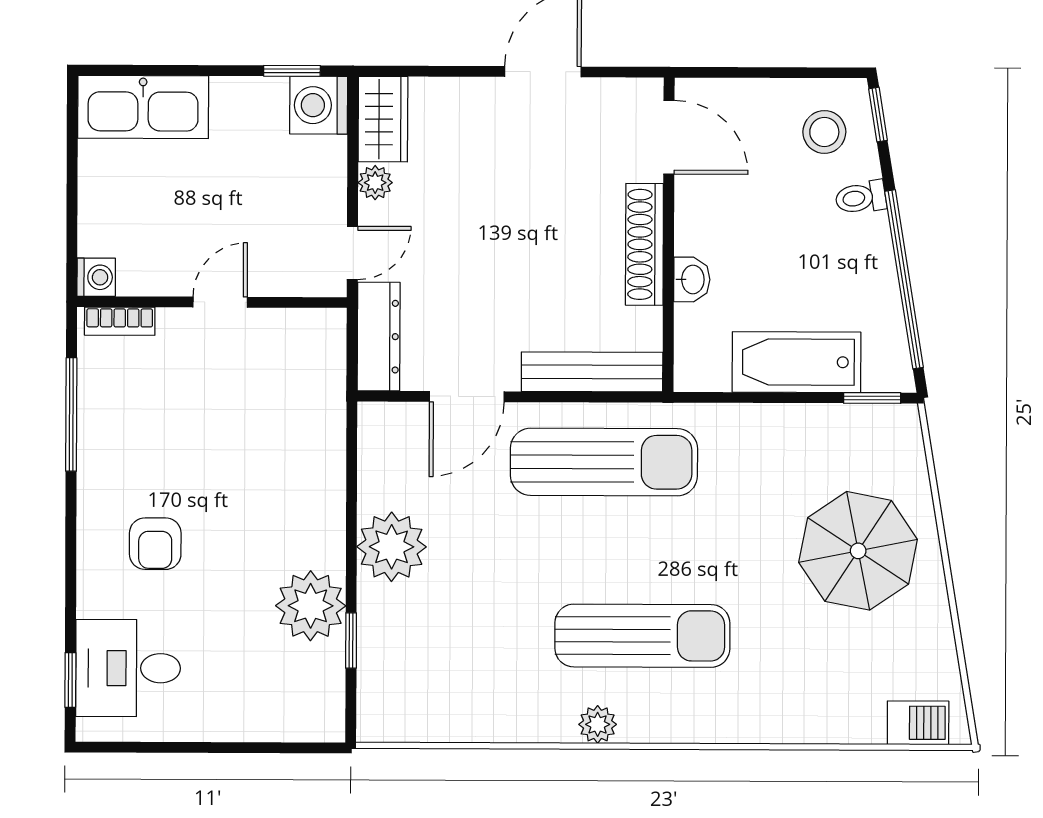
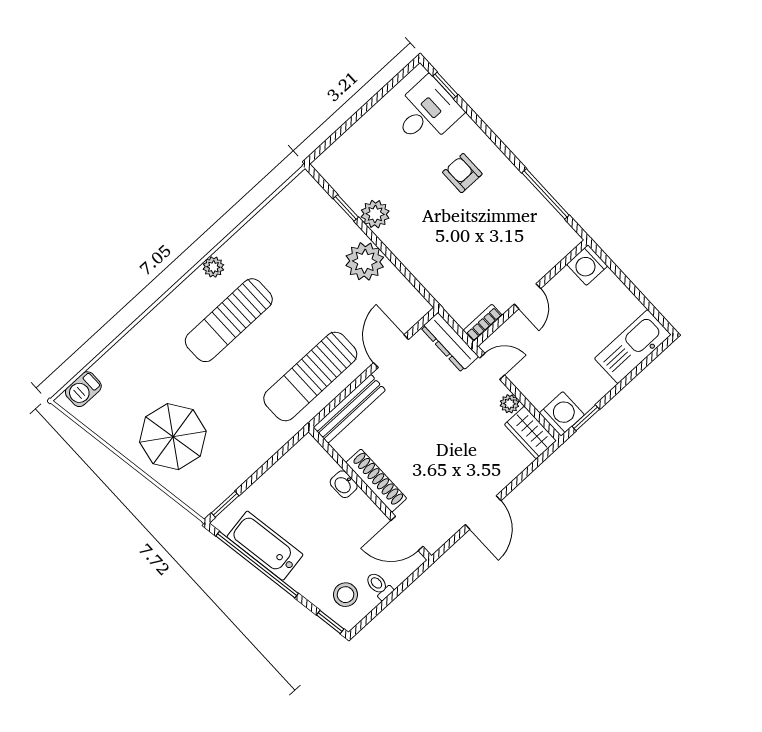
toilet: (861, 198) -> (379, 586), moved, turned -81
door: (352, 253) -> (492, 366), swing flipped
washing machine: (96, 277) -> (587, 265), width x1.38, depth x1.38
bookcase: (120, 321) -> (483, 323), moved
bathtub: (797, 362) -> (265, 546), moved, turned -99
plant: (311, 606) -> (375, 214), width x0.73, depth x0.73

